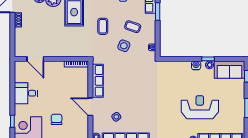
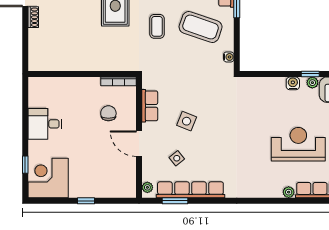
coffee table: (133, 27) -> (201, 27), width x1.86, depth x1.72
side table: (124, 46) -> (187, 121), moved
door: (35, 59) -> (59, 74), removed
row of seats: (98, 81) -> (150, 106), width x0.68
chair: (57, 119) -> (108, 113), moved

